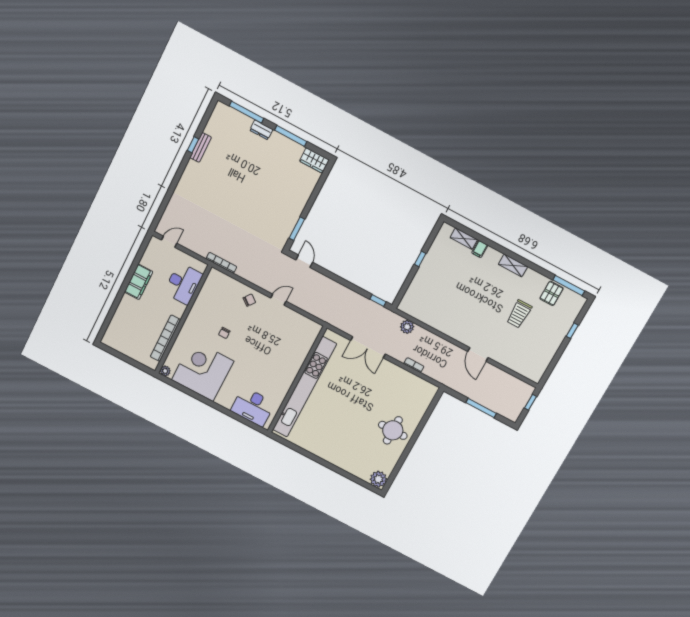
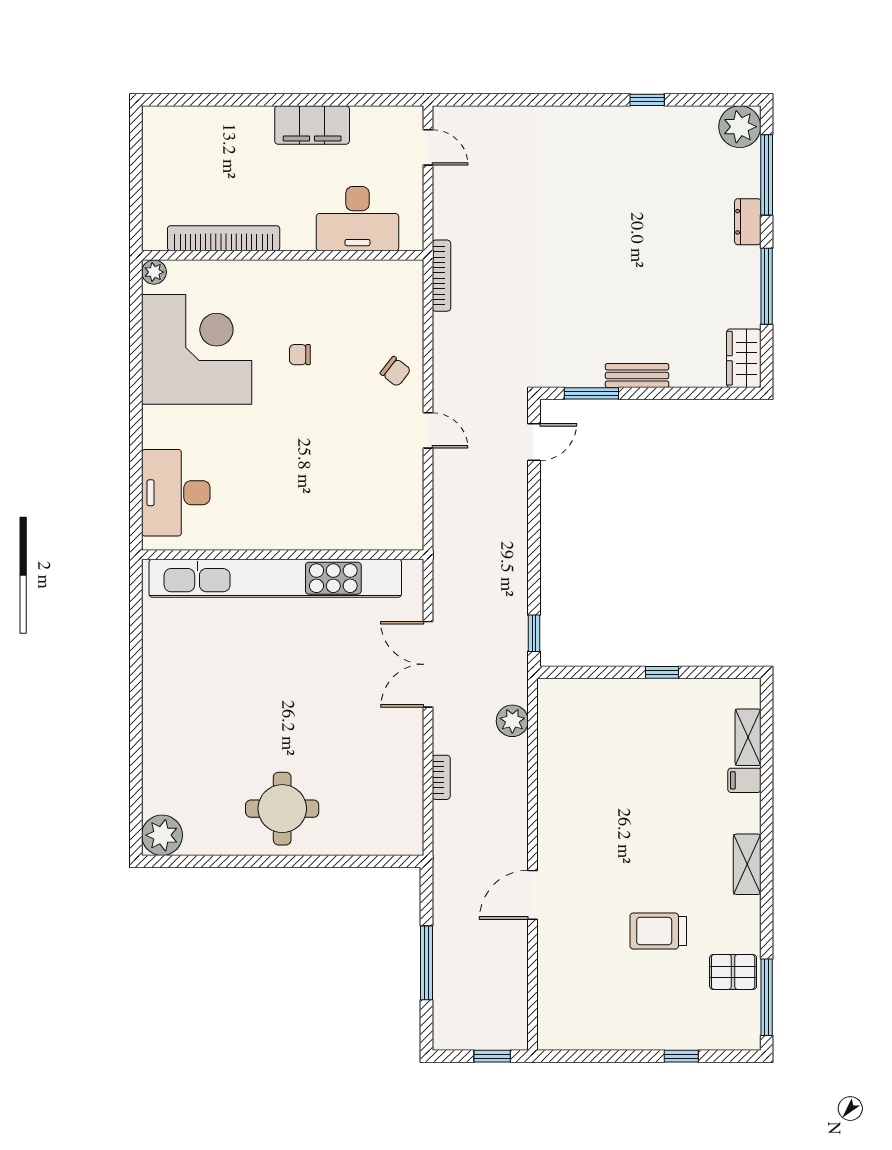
plant: (222, 113) -> (740, 127), added
bench: (201, 147) -> (637, 376), moved

